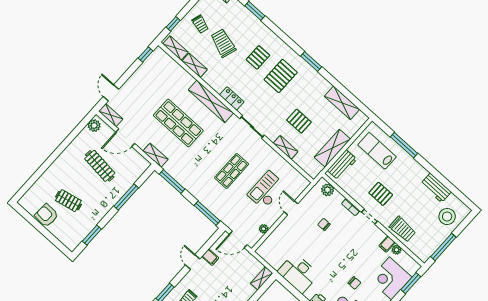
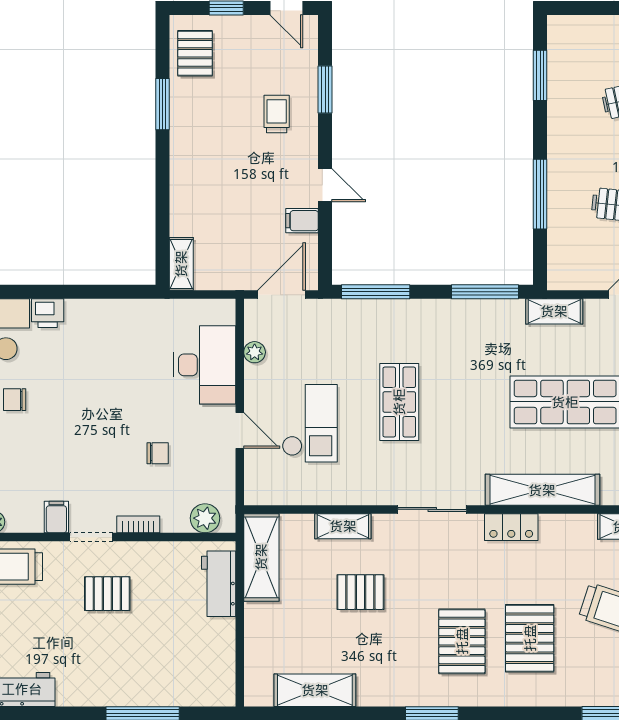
pallet: (258, 57) -> (530, 638), width x1.50, depth x1.42
shelving: (332, 148) -> (261, 557), moved
lab bench: (377, 151) -> (180, 662), removed
filing cabinet: (387, 244) -> (56, 517), moved
desk: (298, 273) -> (205, 365), moved, turned 90

